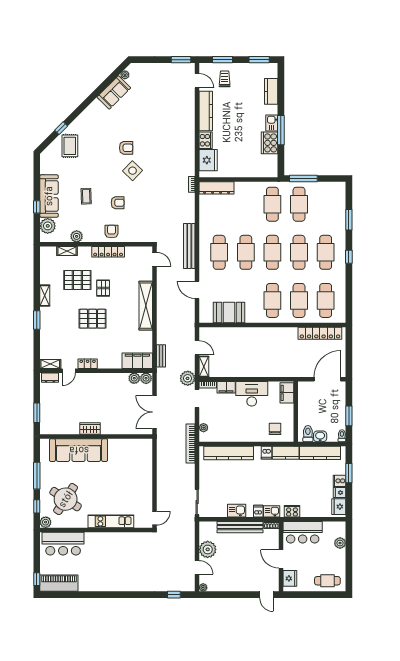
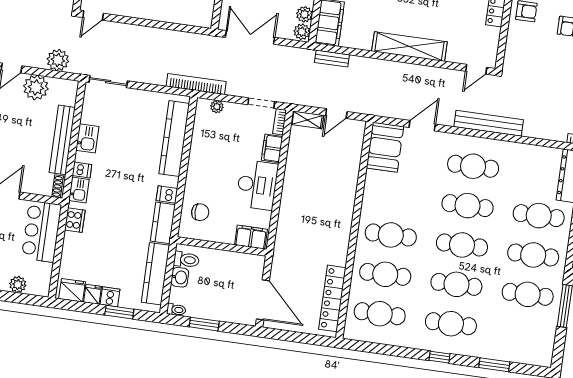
cafe table: (246, 204) -> (539, 216), added
booth: (229, 312) -> (385, 147), moved
plant: (188, 378) -> (58, 60), moved
door: (155, 518) -> (93, 15), hinge flipped

